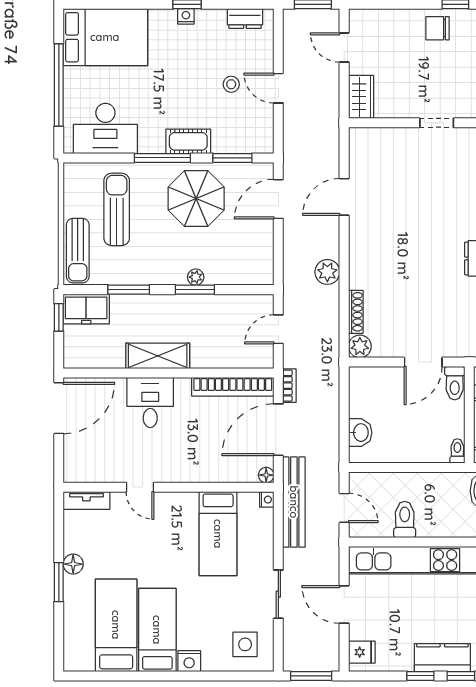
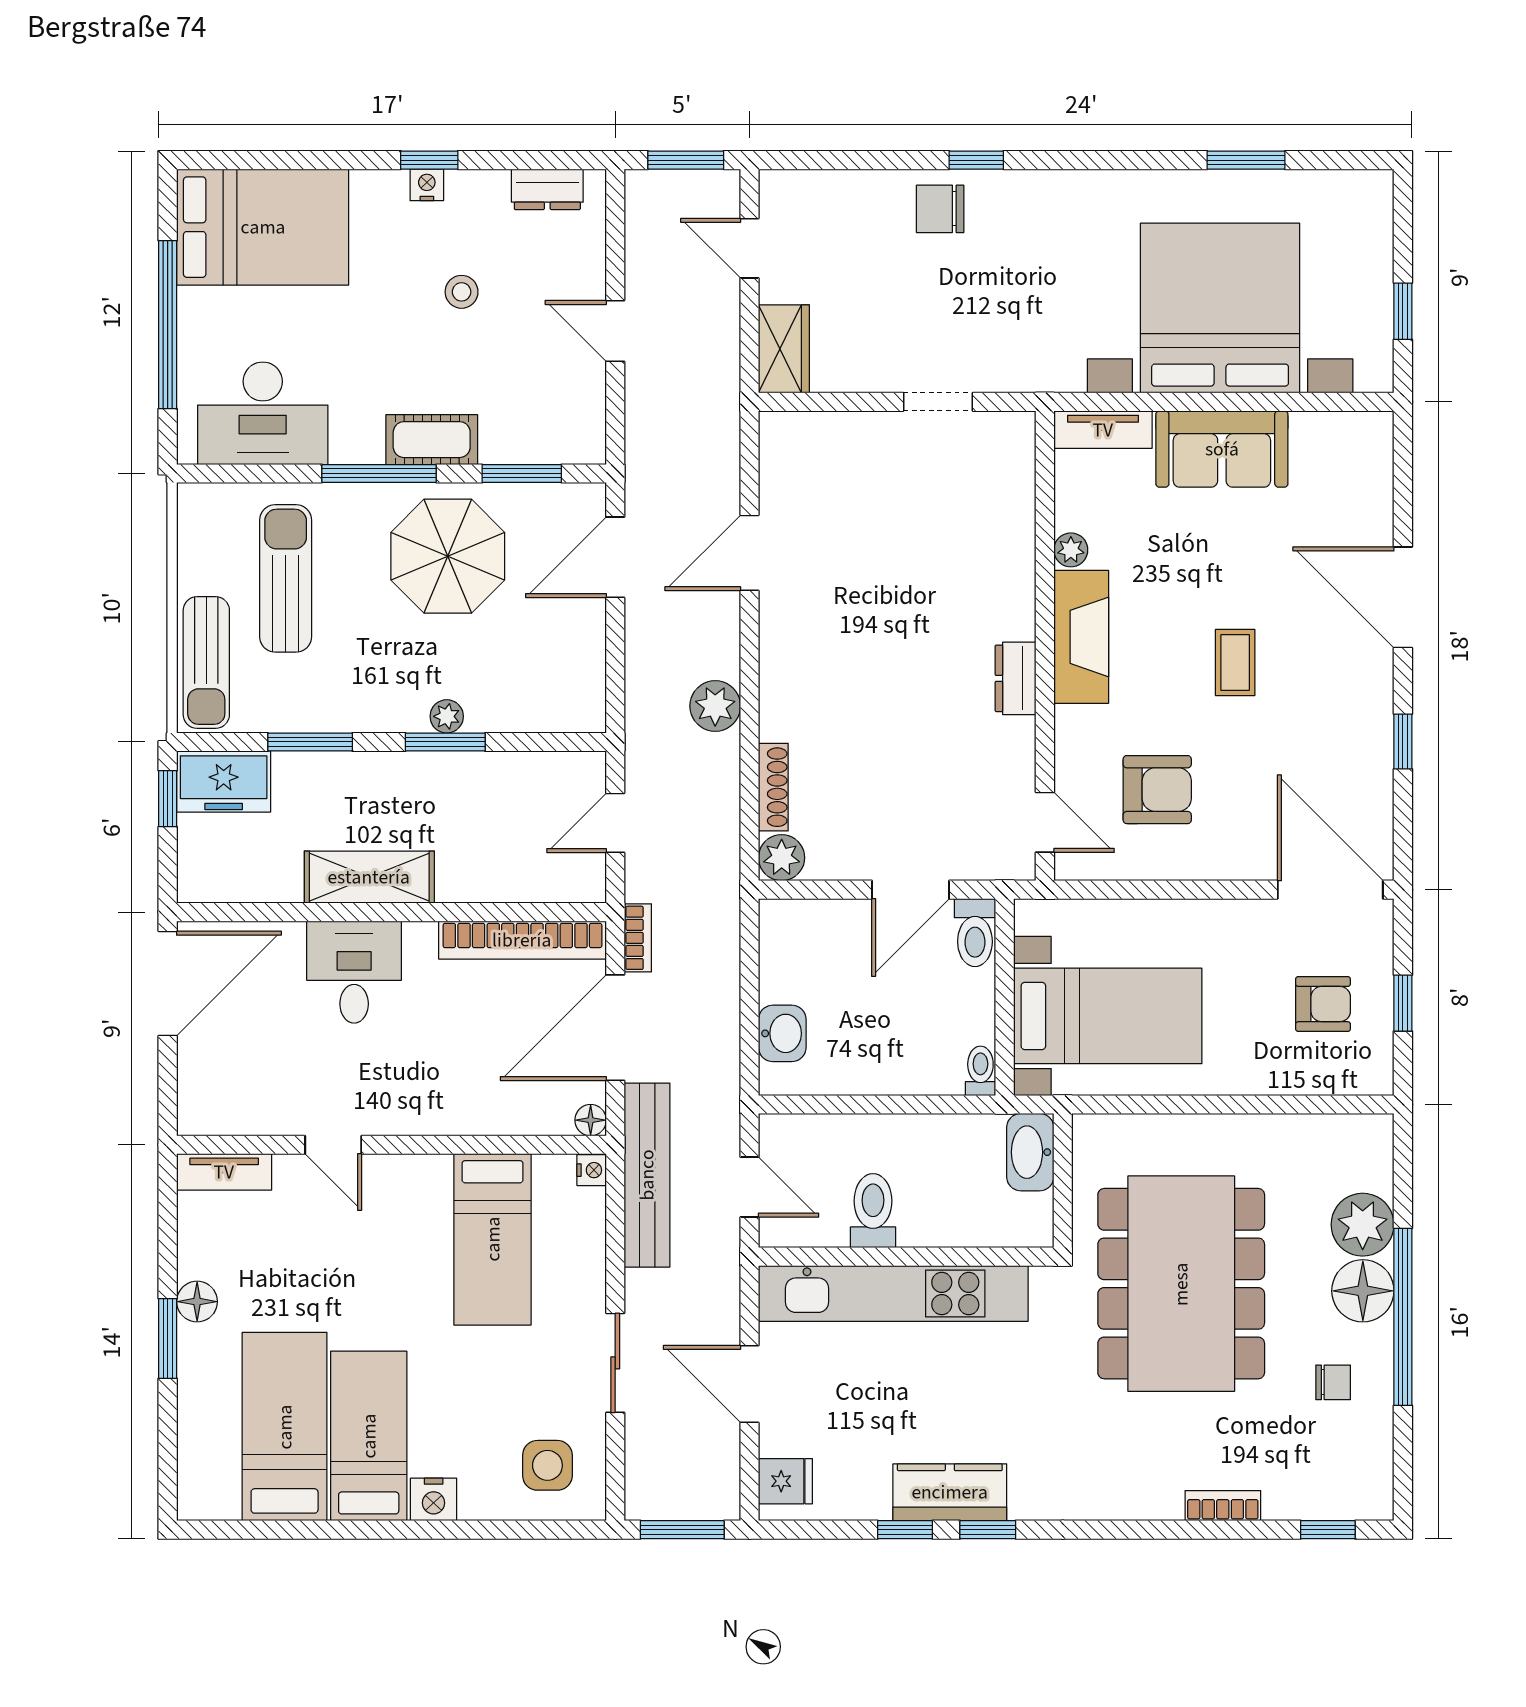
stool: (231, 84) -> (462, 292), moved

